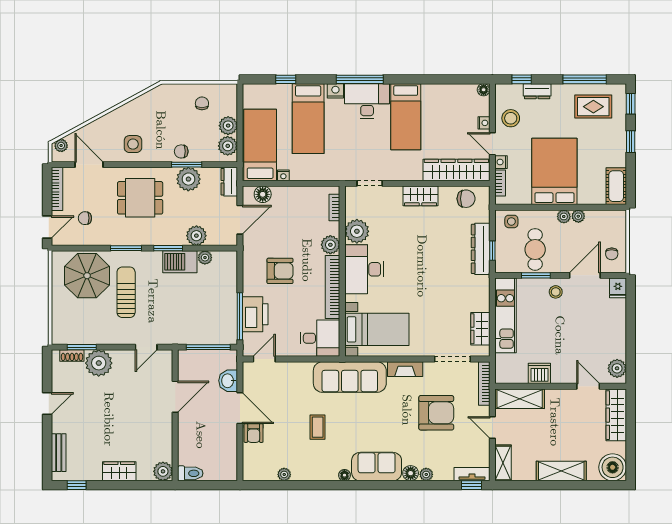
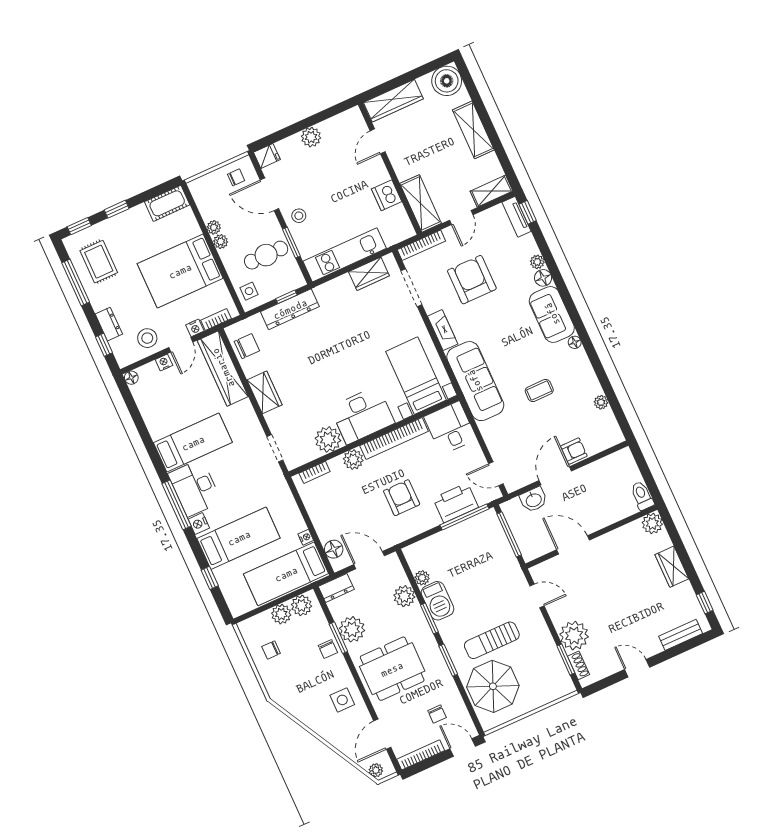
dining table: (140, 198) -> (392, 669), width x1.38
chair: (466, 199) -> (247, 346), turned 90
plant: (617, 368) -> (311, 137), moved

